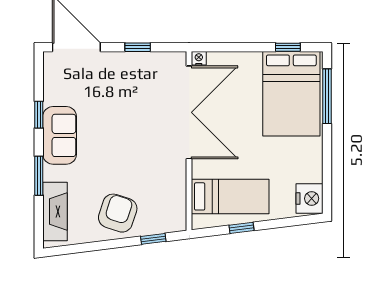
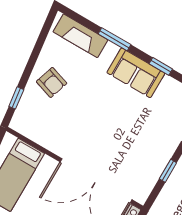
armchair: (118, 213) -> (52, 82), width x0.72, depth x0.72

